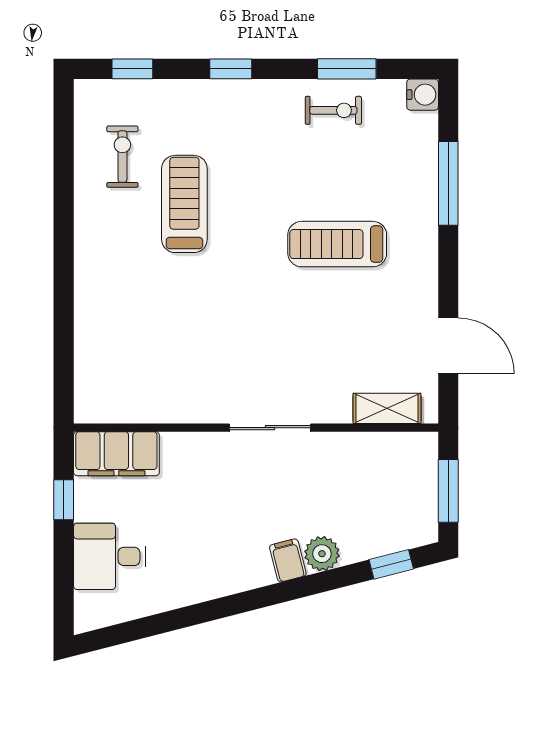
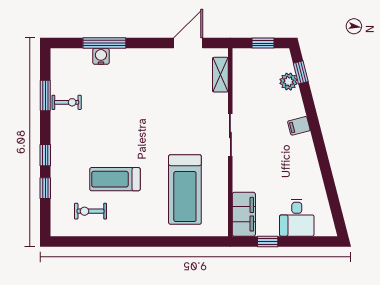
window: (132, 69) -> (45, 188), moved
water cooler: (423, 95) -> (101, 56), moved
exercise bike: (333, 110) -> (67, 102), turned 90
treadmill: (337, 244) -> (185, 190), moved, width x1.37, depth x1.38
window: (448, 491) -> (263, 43), width x0.67
plant: (322, 554) -> (289, 82), moved

